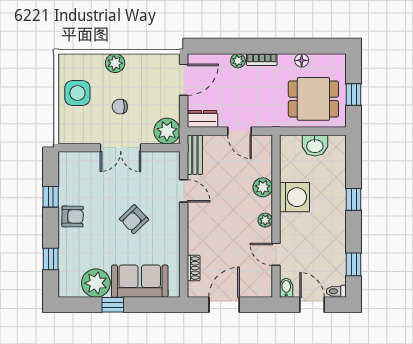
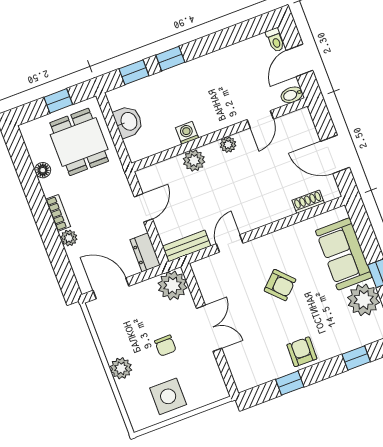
washing machine: (295, 197) -> (187, 133), width x0.53, depth x0.53
window: (354, 264) -> (134, 72), moved

